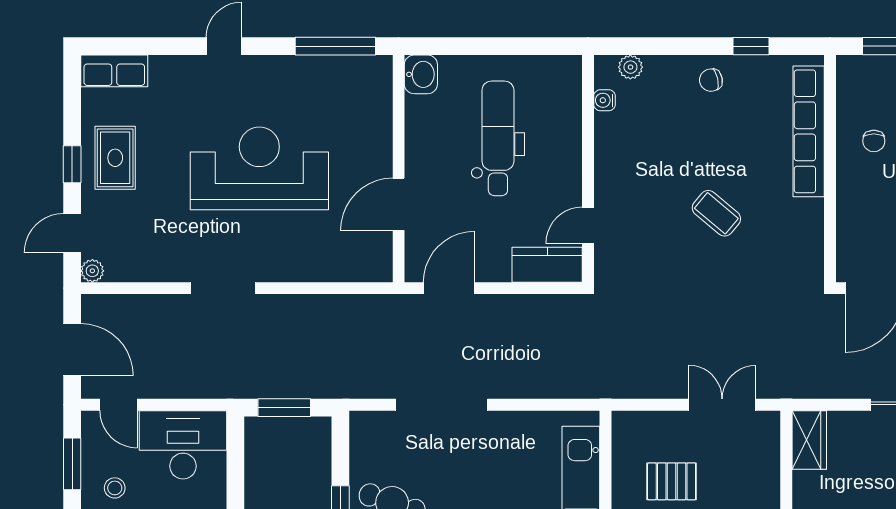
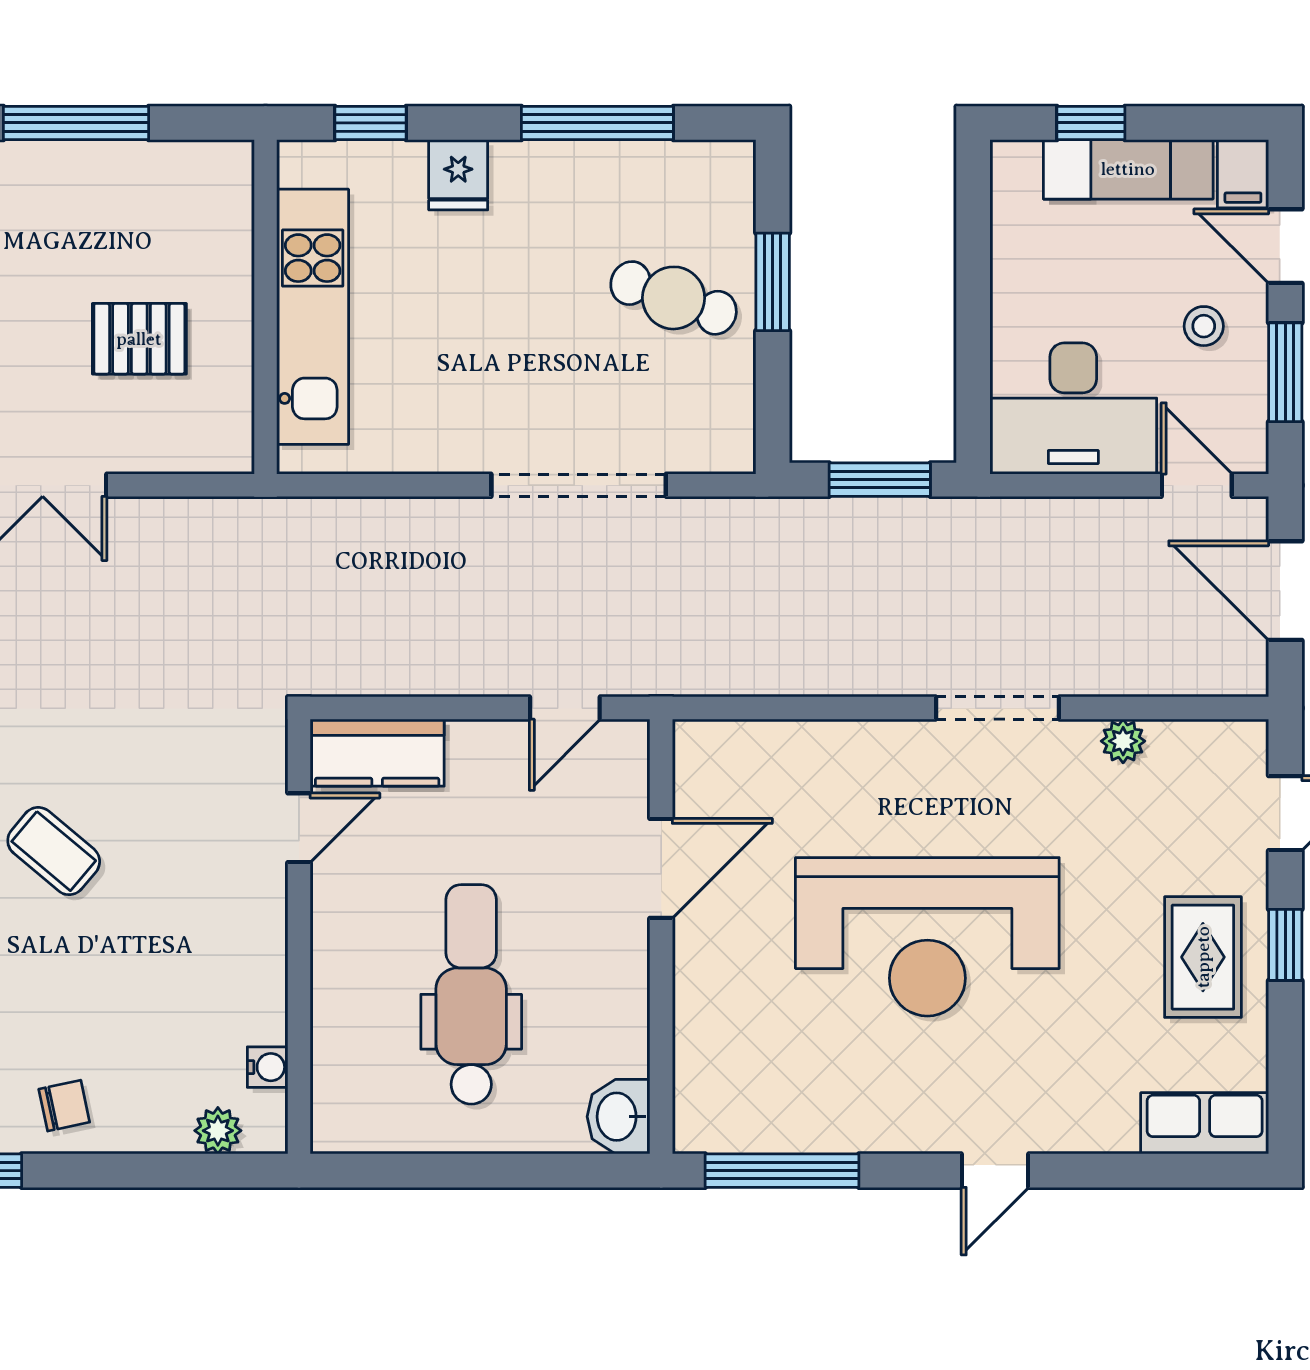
dental chair: (498, 138) -> (471, 994), turned 180
plant: (92, 271) -> (1123, 741), moved
door: (449, 288) -> (565, 708), width x0.73

